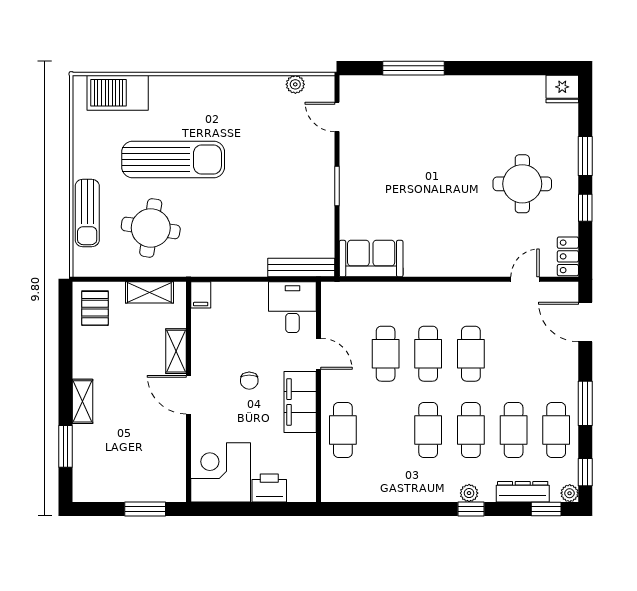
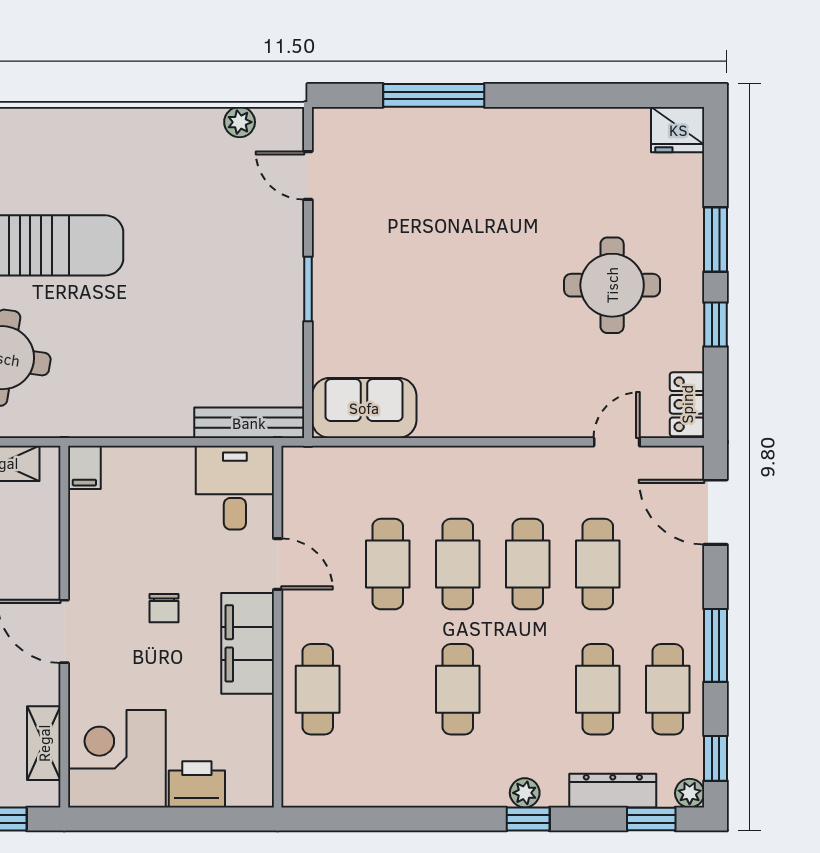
shelving: (176, 351) -> (44, 743), moved
cafe table: (471, 430) -> (598, 564), moved

